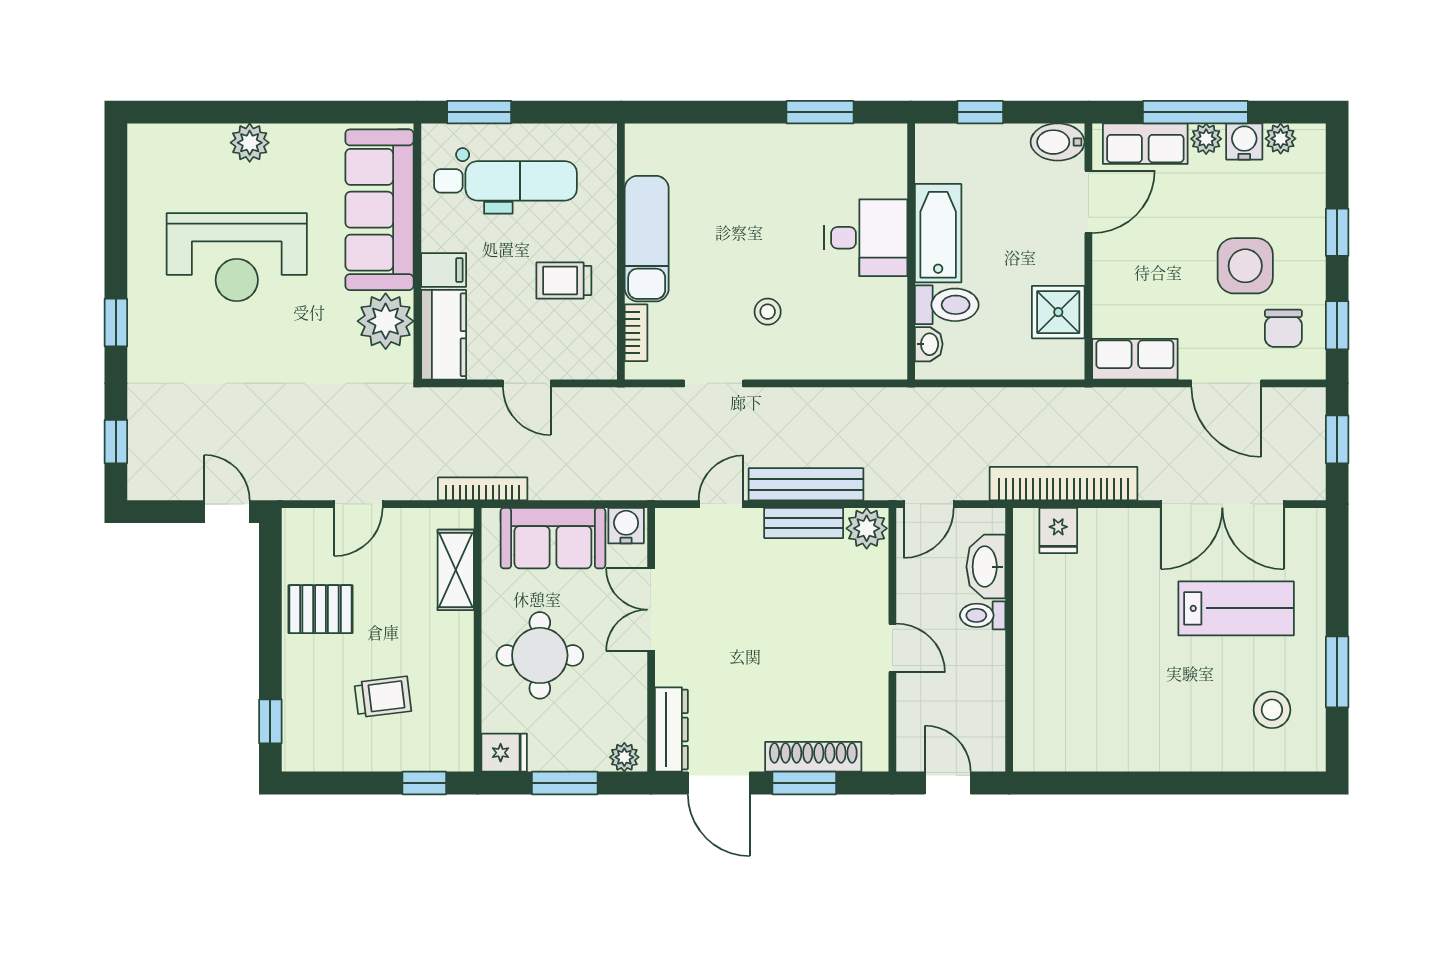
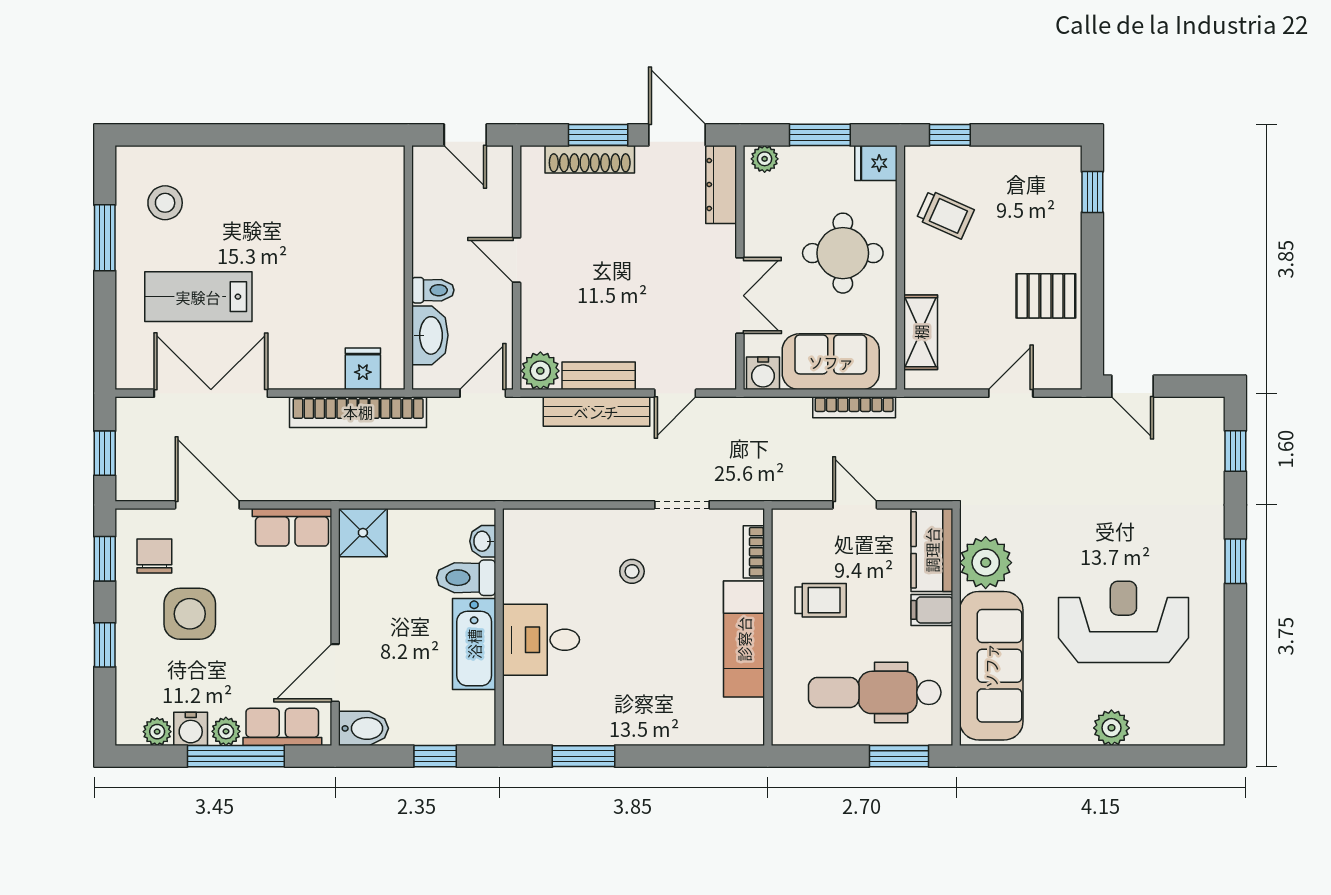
shower: (1058, 312) -> (363, 533), moved
bookcase: (483, 489) -> (854, 407), moved
trolley: (383, 697) -> (945, 215), moved, turned -149

